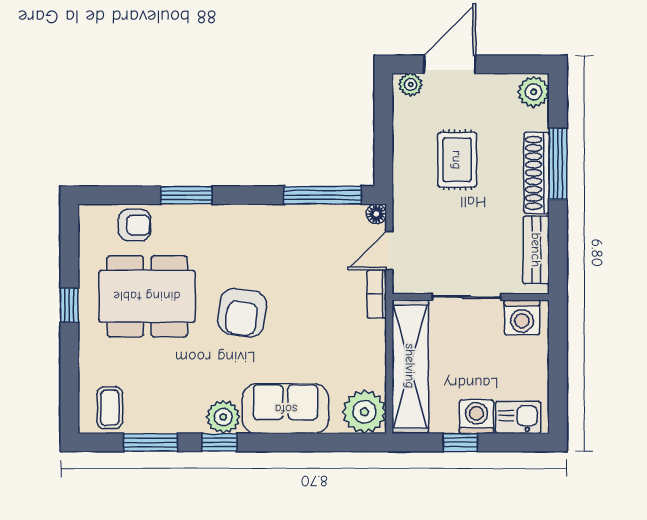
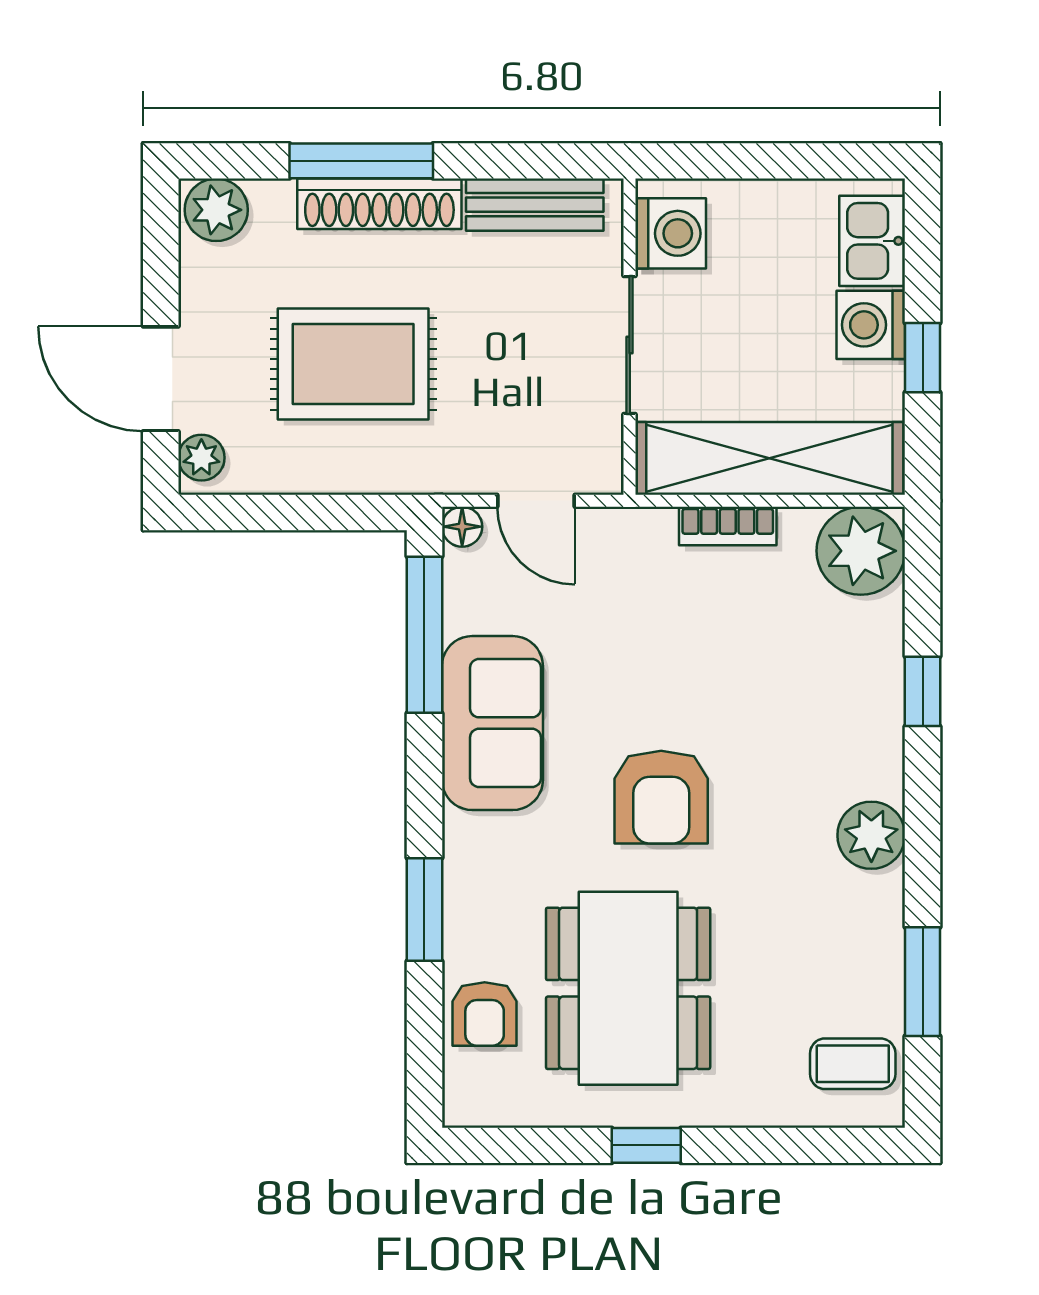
rug: (457, 160) -> (353, 364), width x1.36, depth x1.43
armchair: (135, 225) -> (485, 1014), turned 180
bookcase: (377, 294) -> (728, 526), moved
armchair: (242, 313) -> (661, 797), turned 82
sofa: (286, 409) -> (492, 723), moved, turned 180
window: (219, 442) -> (923, 691), moved

